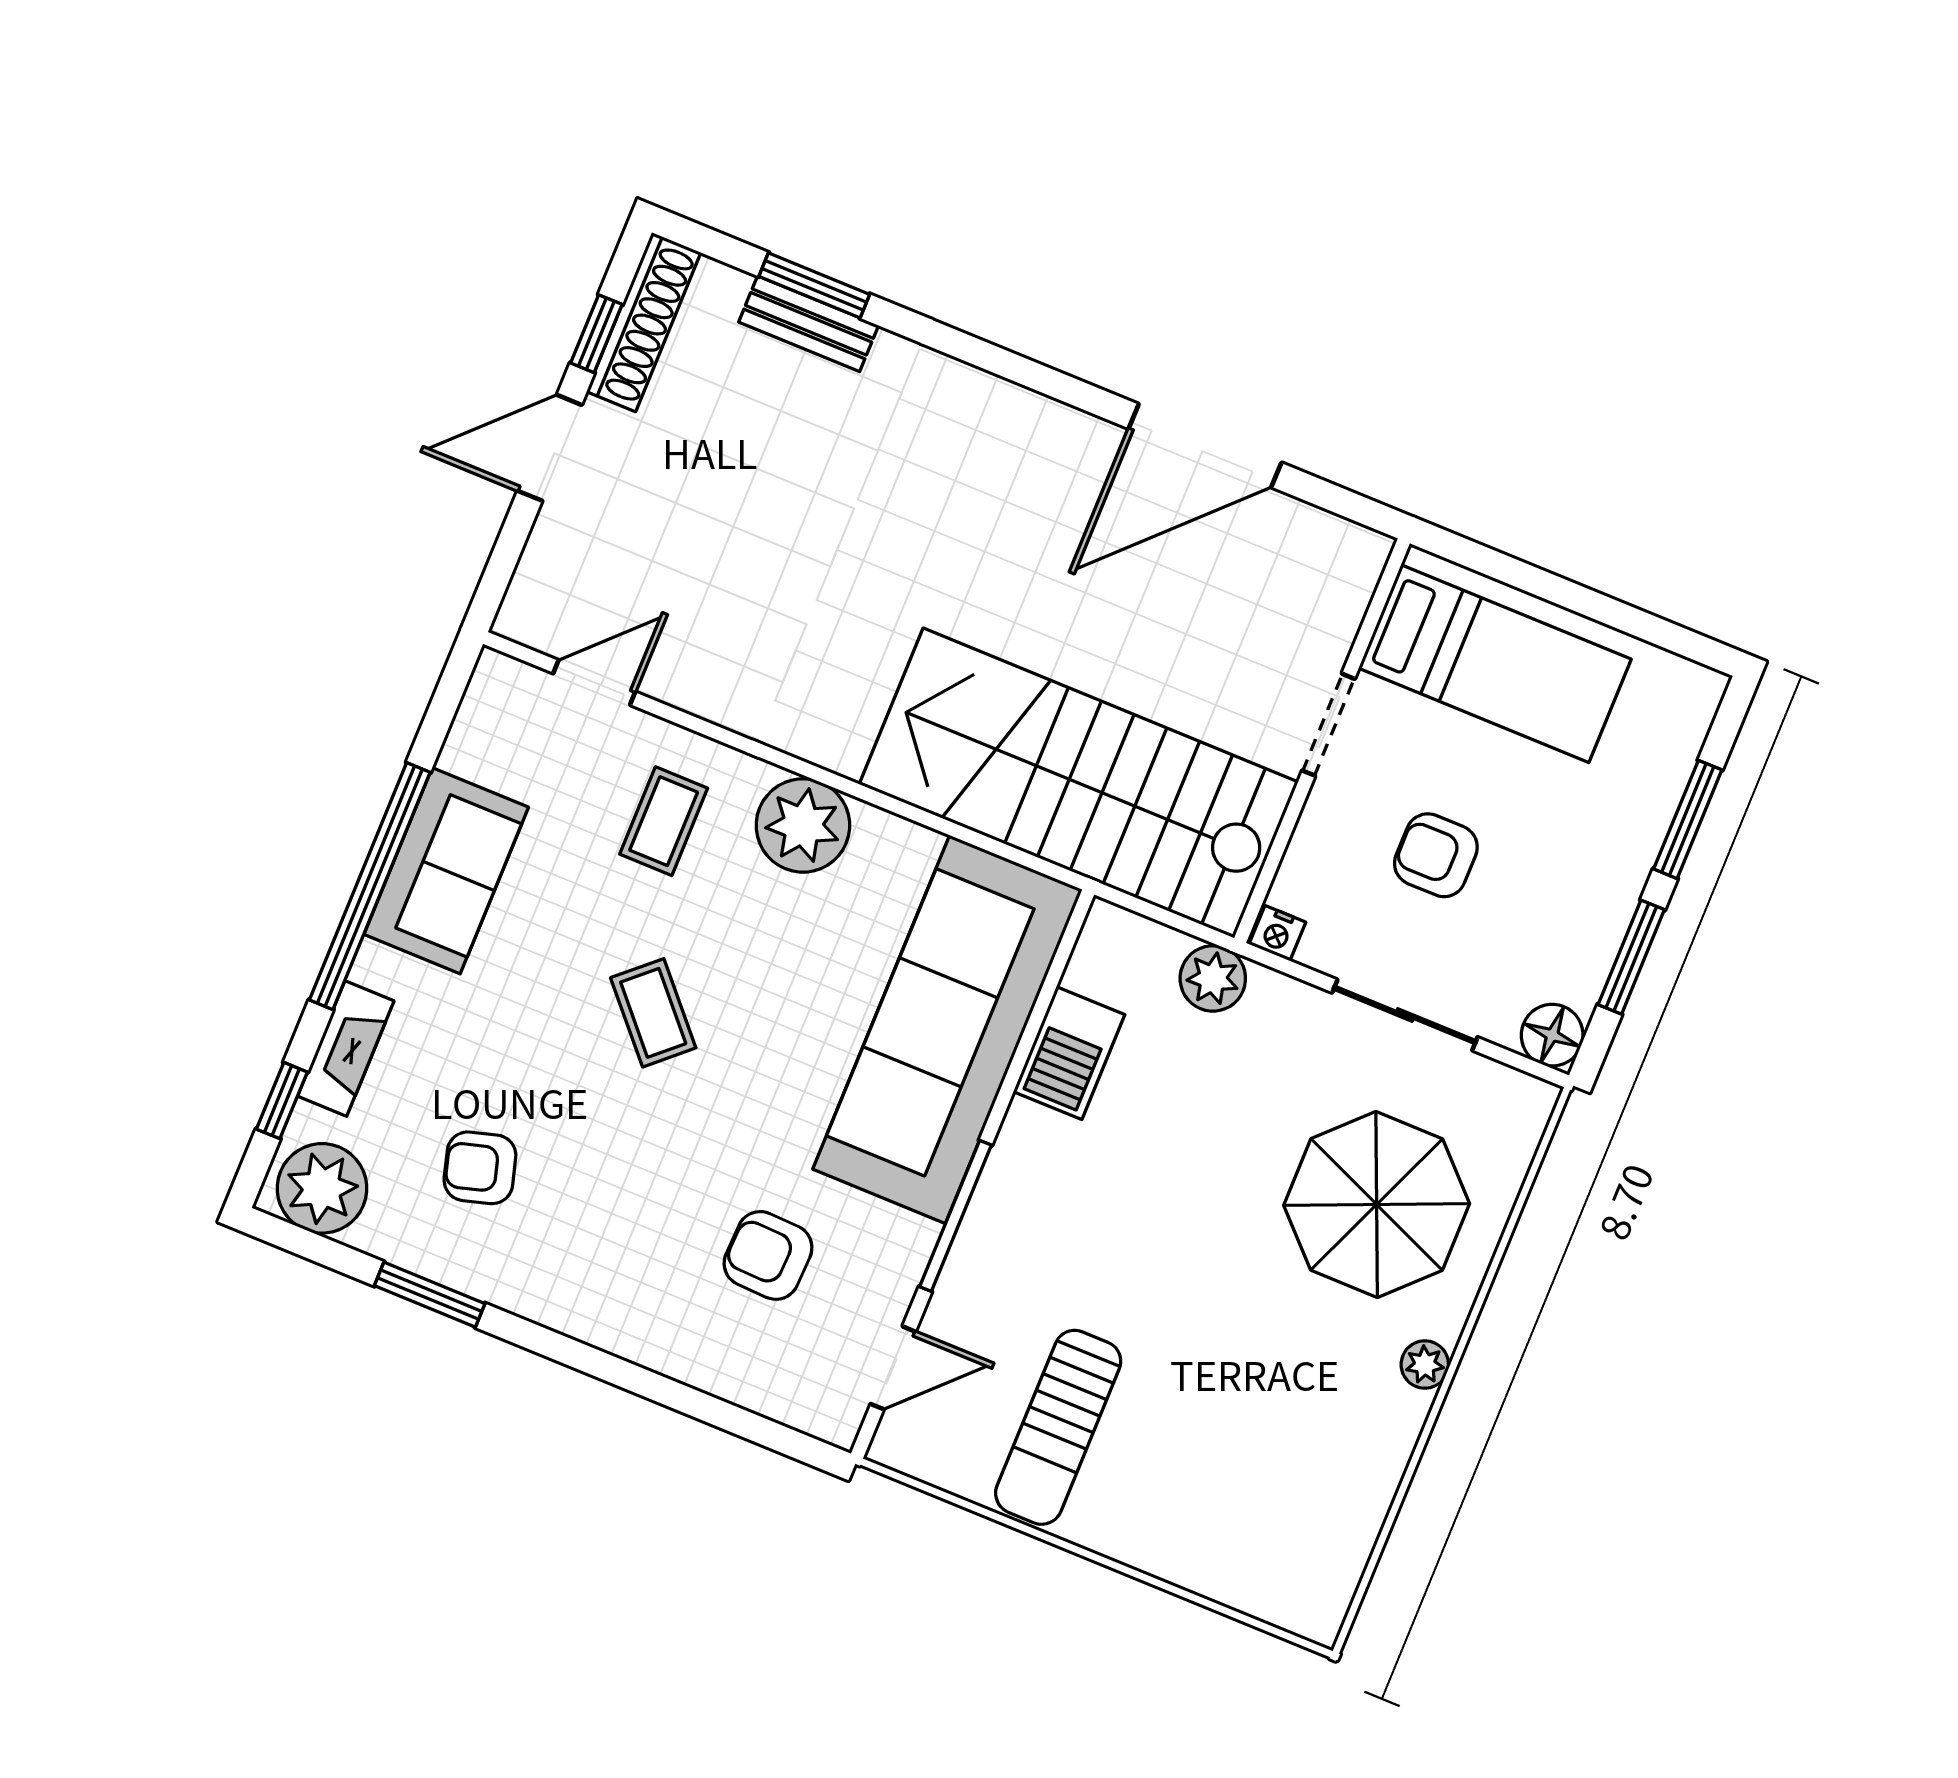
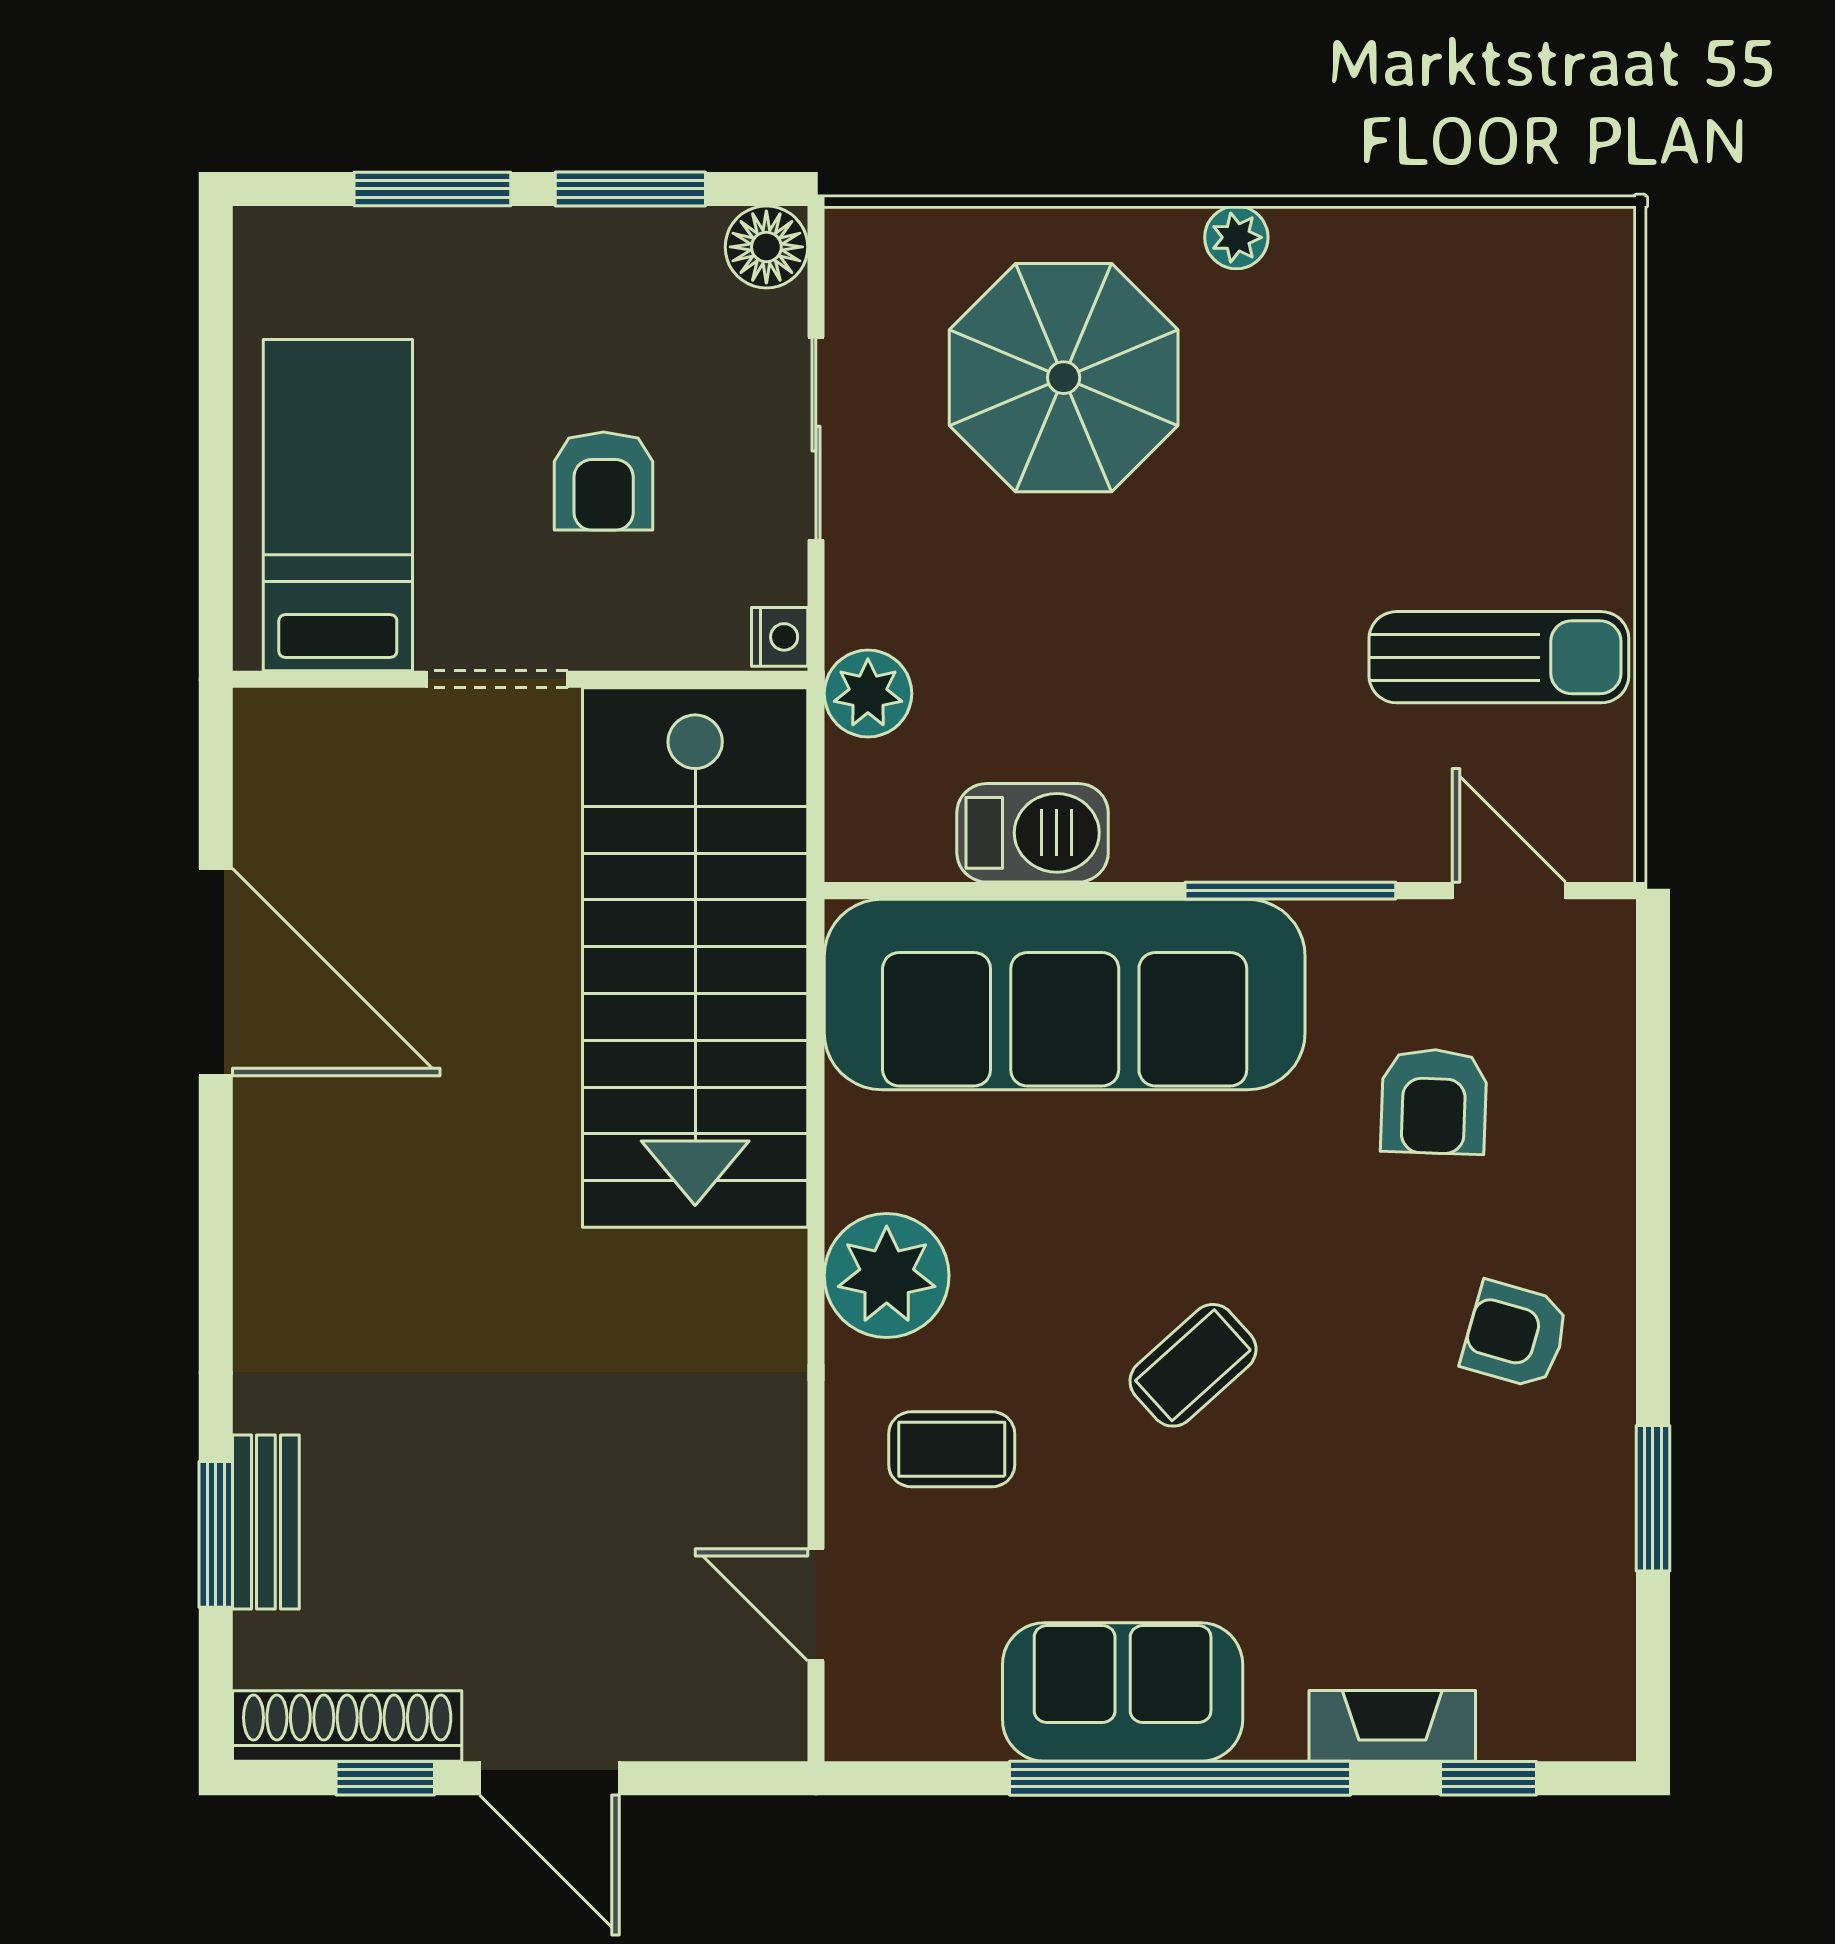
armchair: (480, 1168) -> (1515, 1335), moved, turned 122
plant: (322, 1188) -> (1576, 1684), removed

